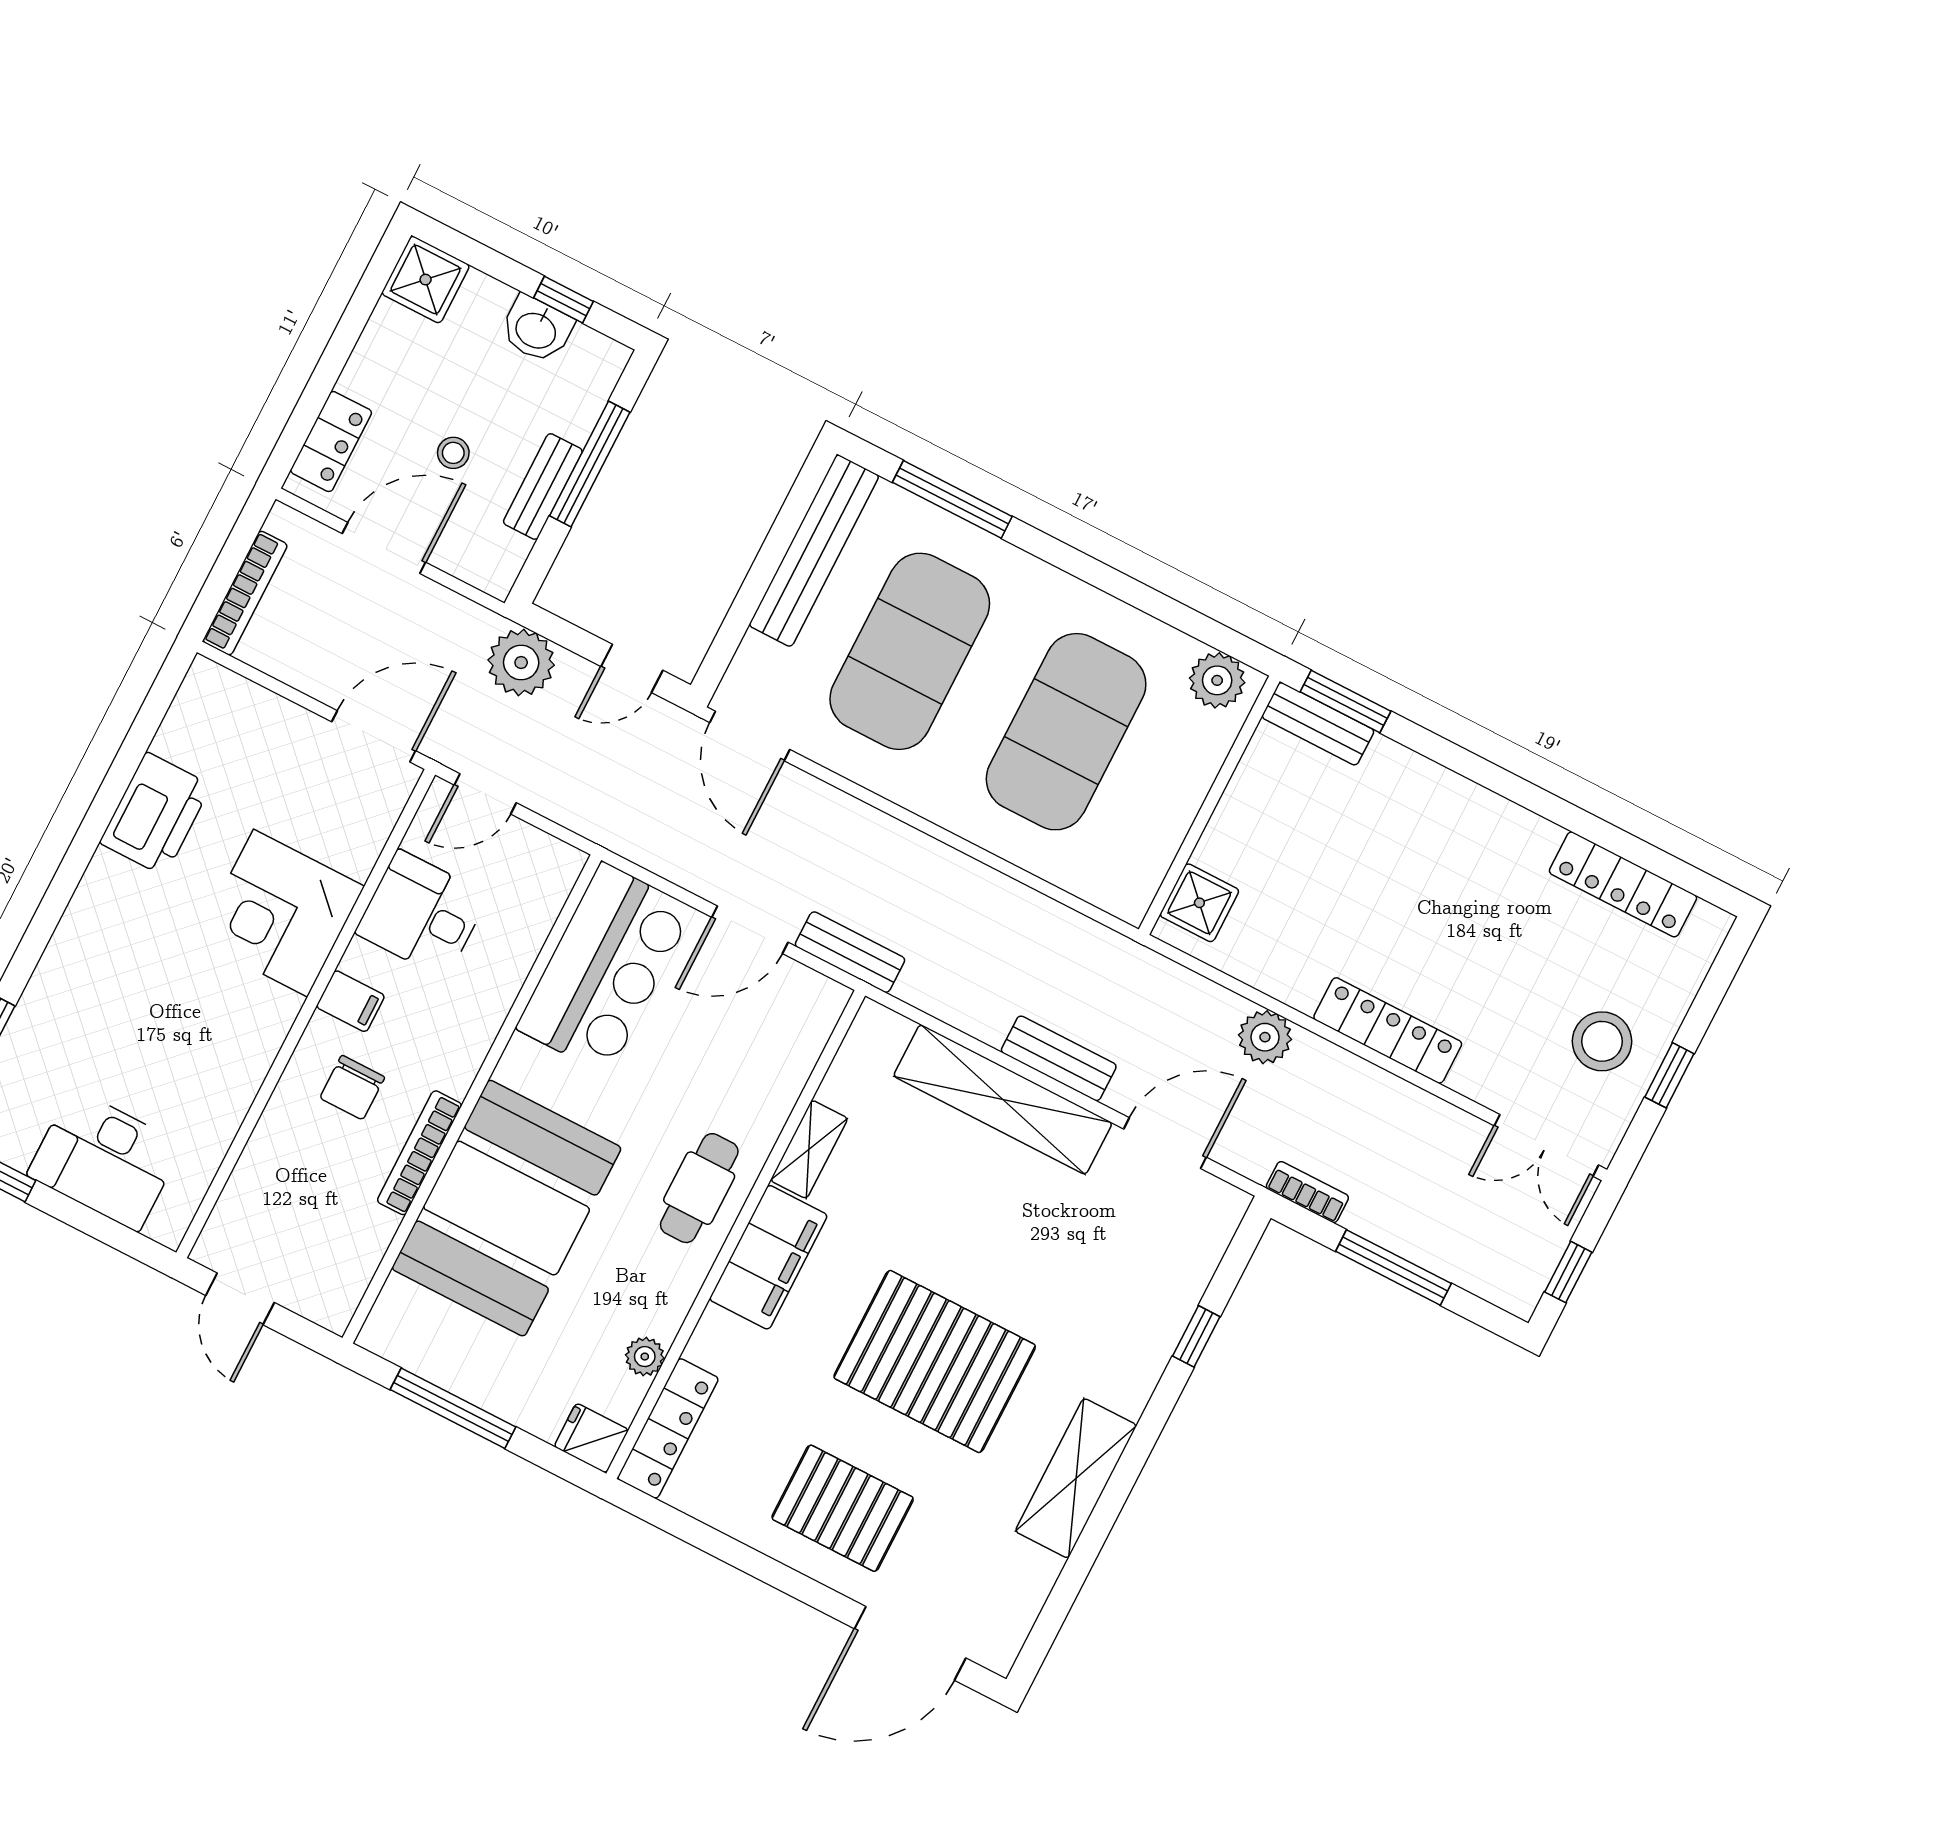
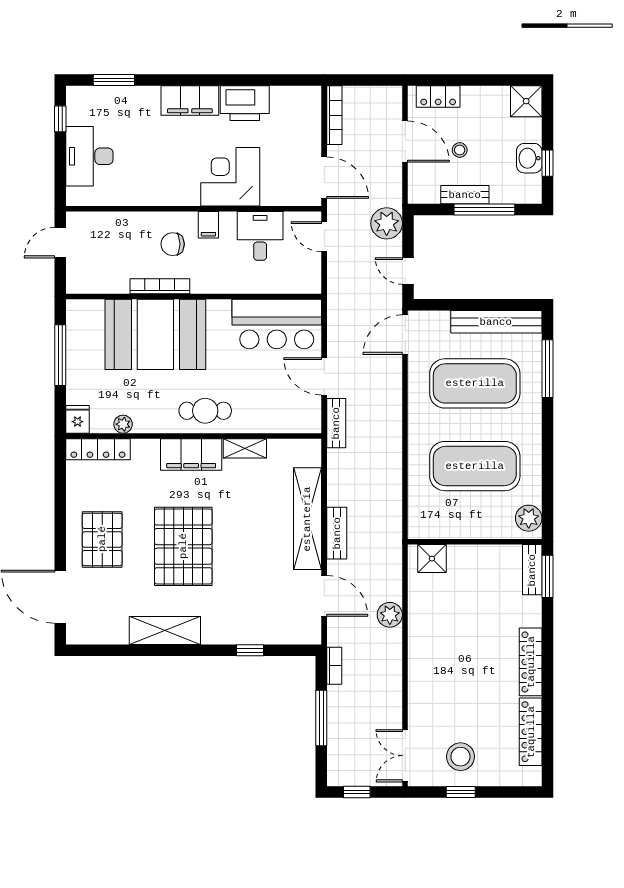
bookcase: (245, 593) -> (334, 115), moved, turned -90
filing cabinet: (97, 915) -> (190, 100), added
locker: (1388, 1030) -> (531, 662), moved, turned 180

